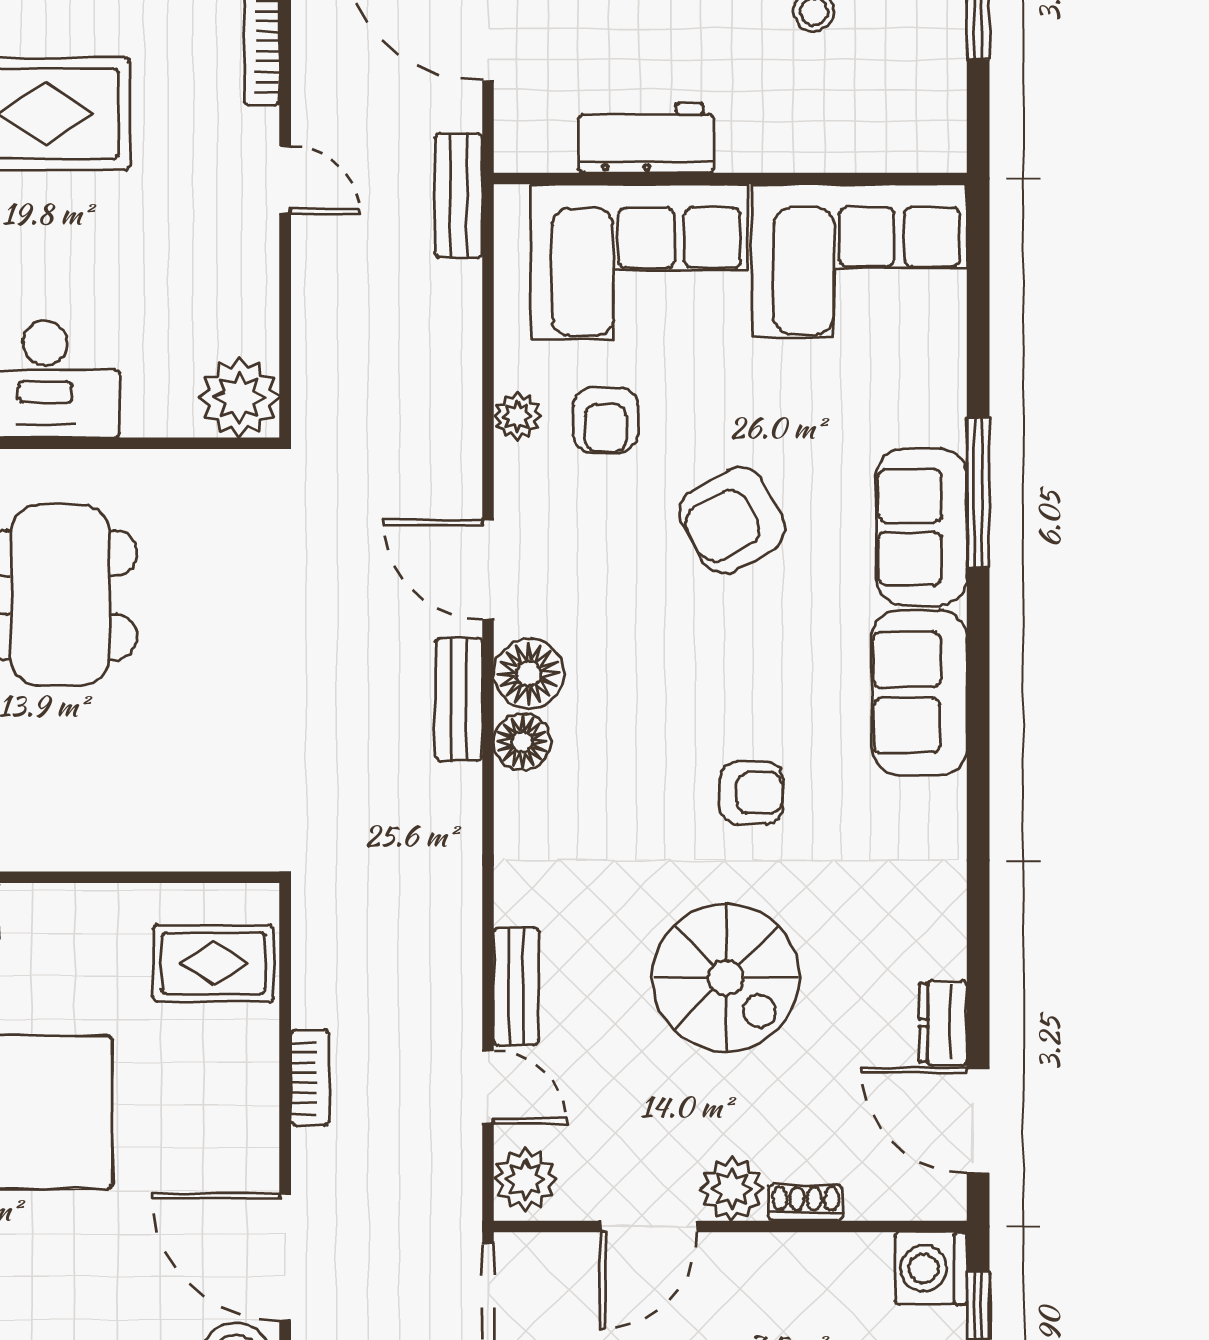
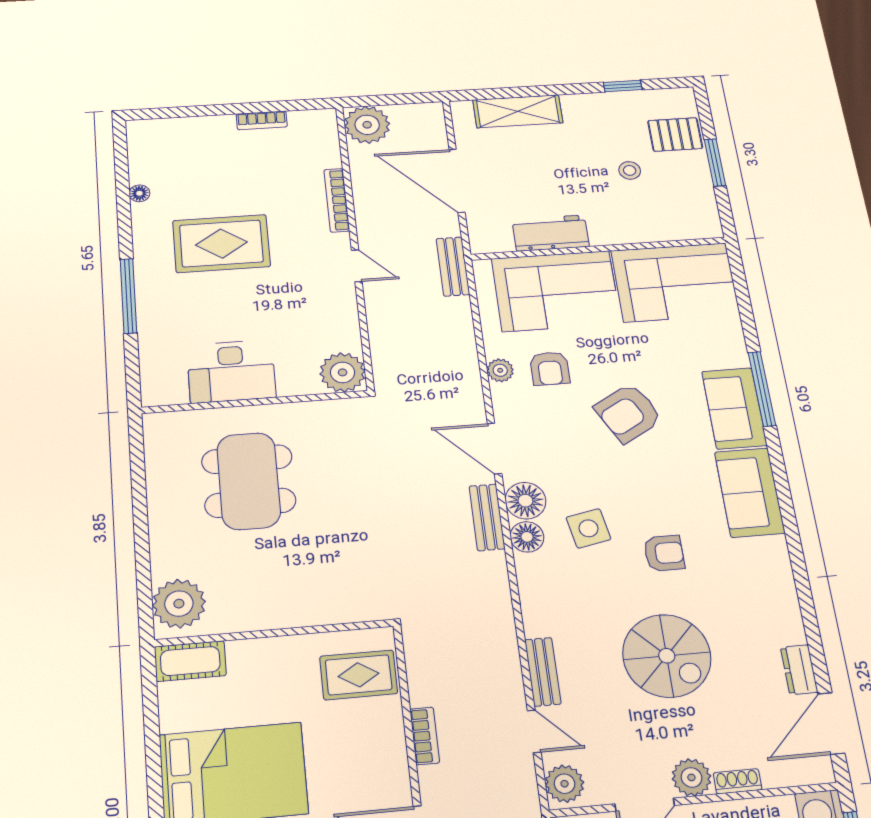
side table: (629, 735) -> (588, 528), added
door: (978, 1120) -> (831, 723), hinge flipped

